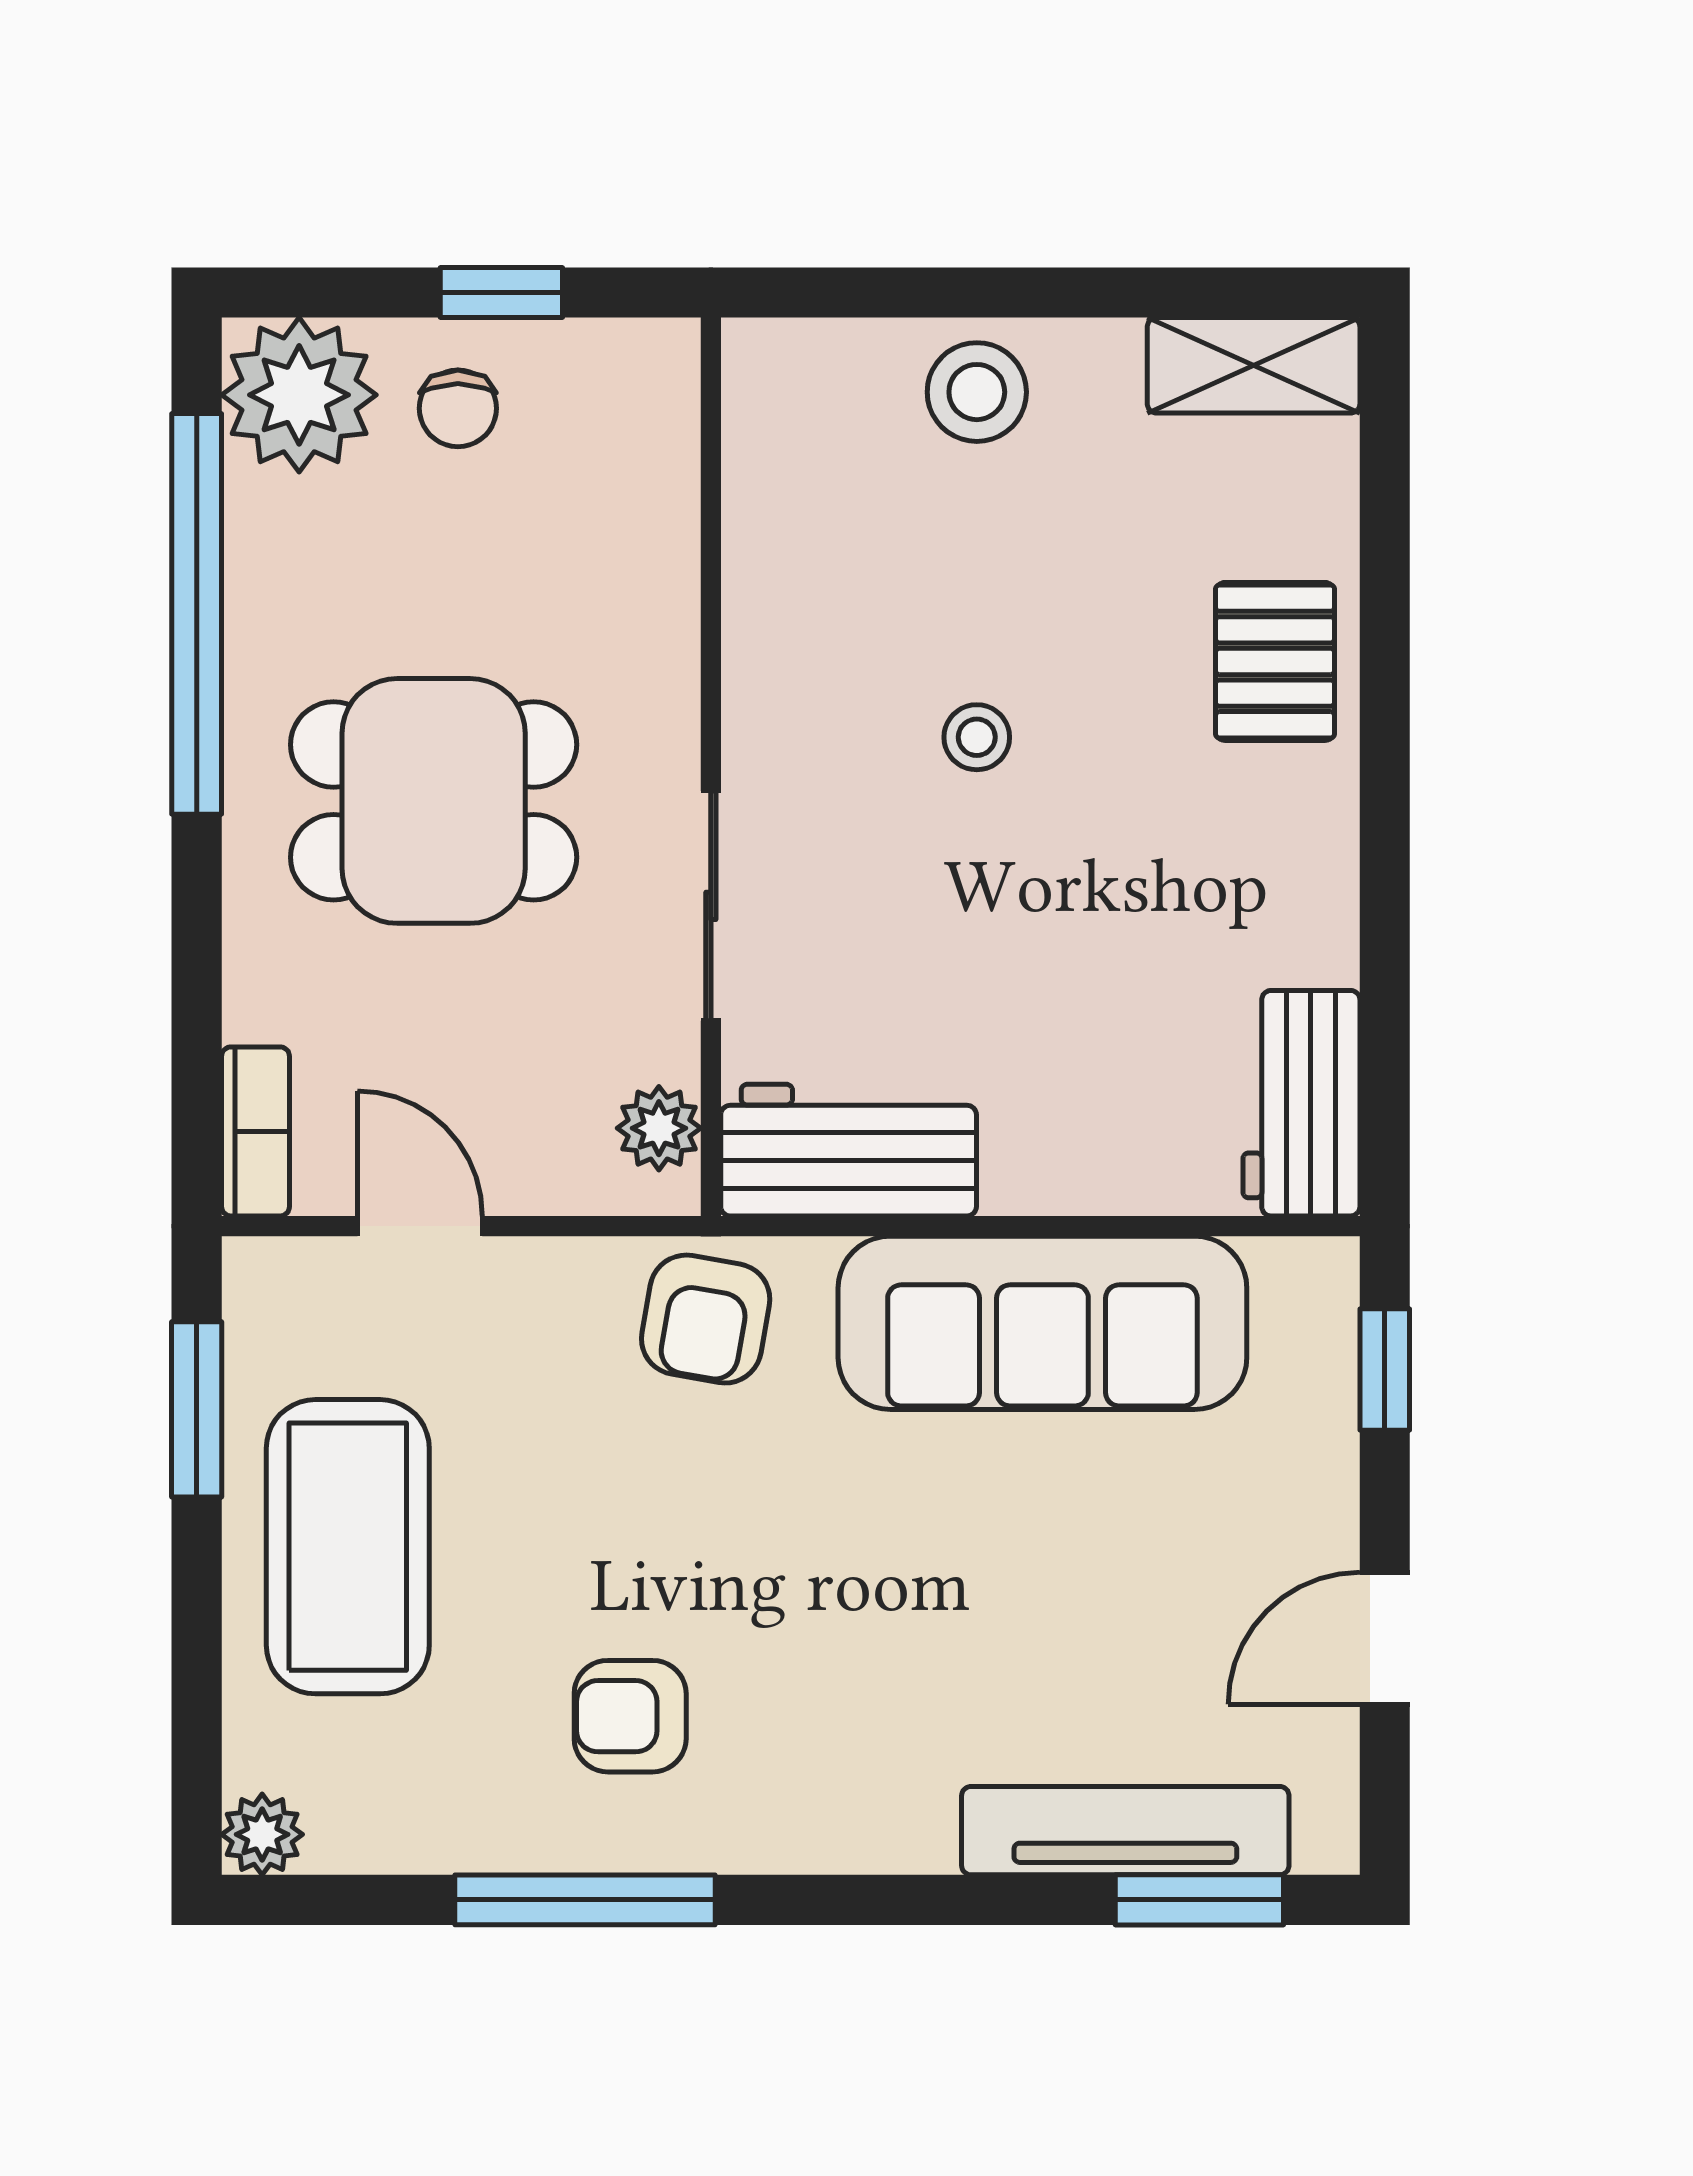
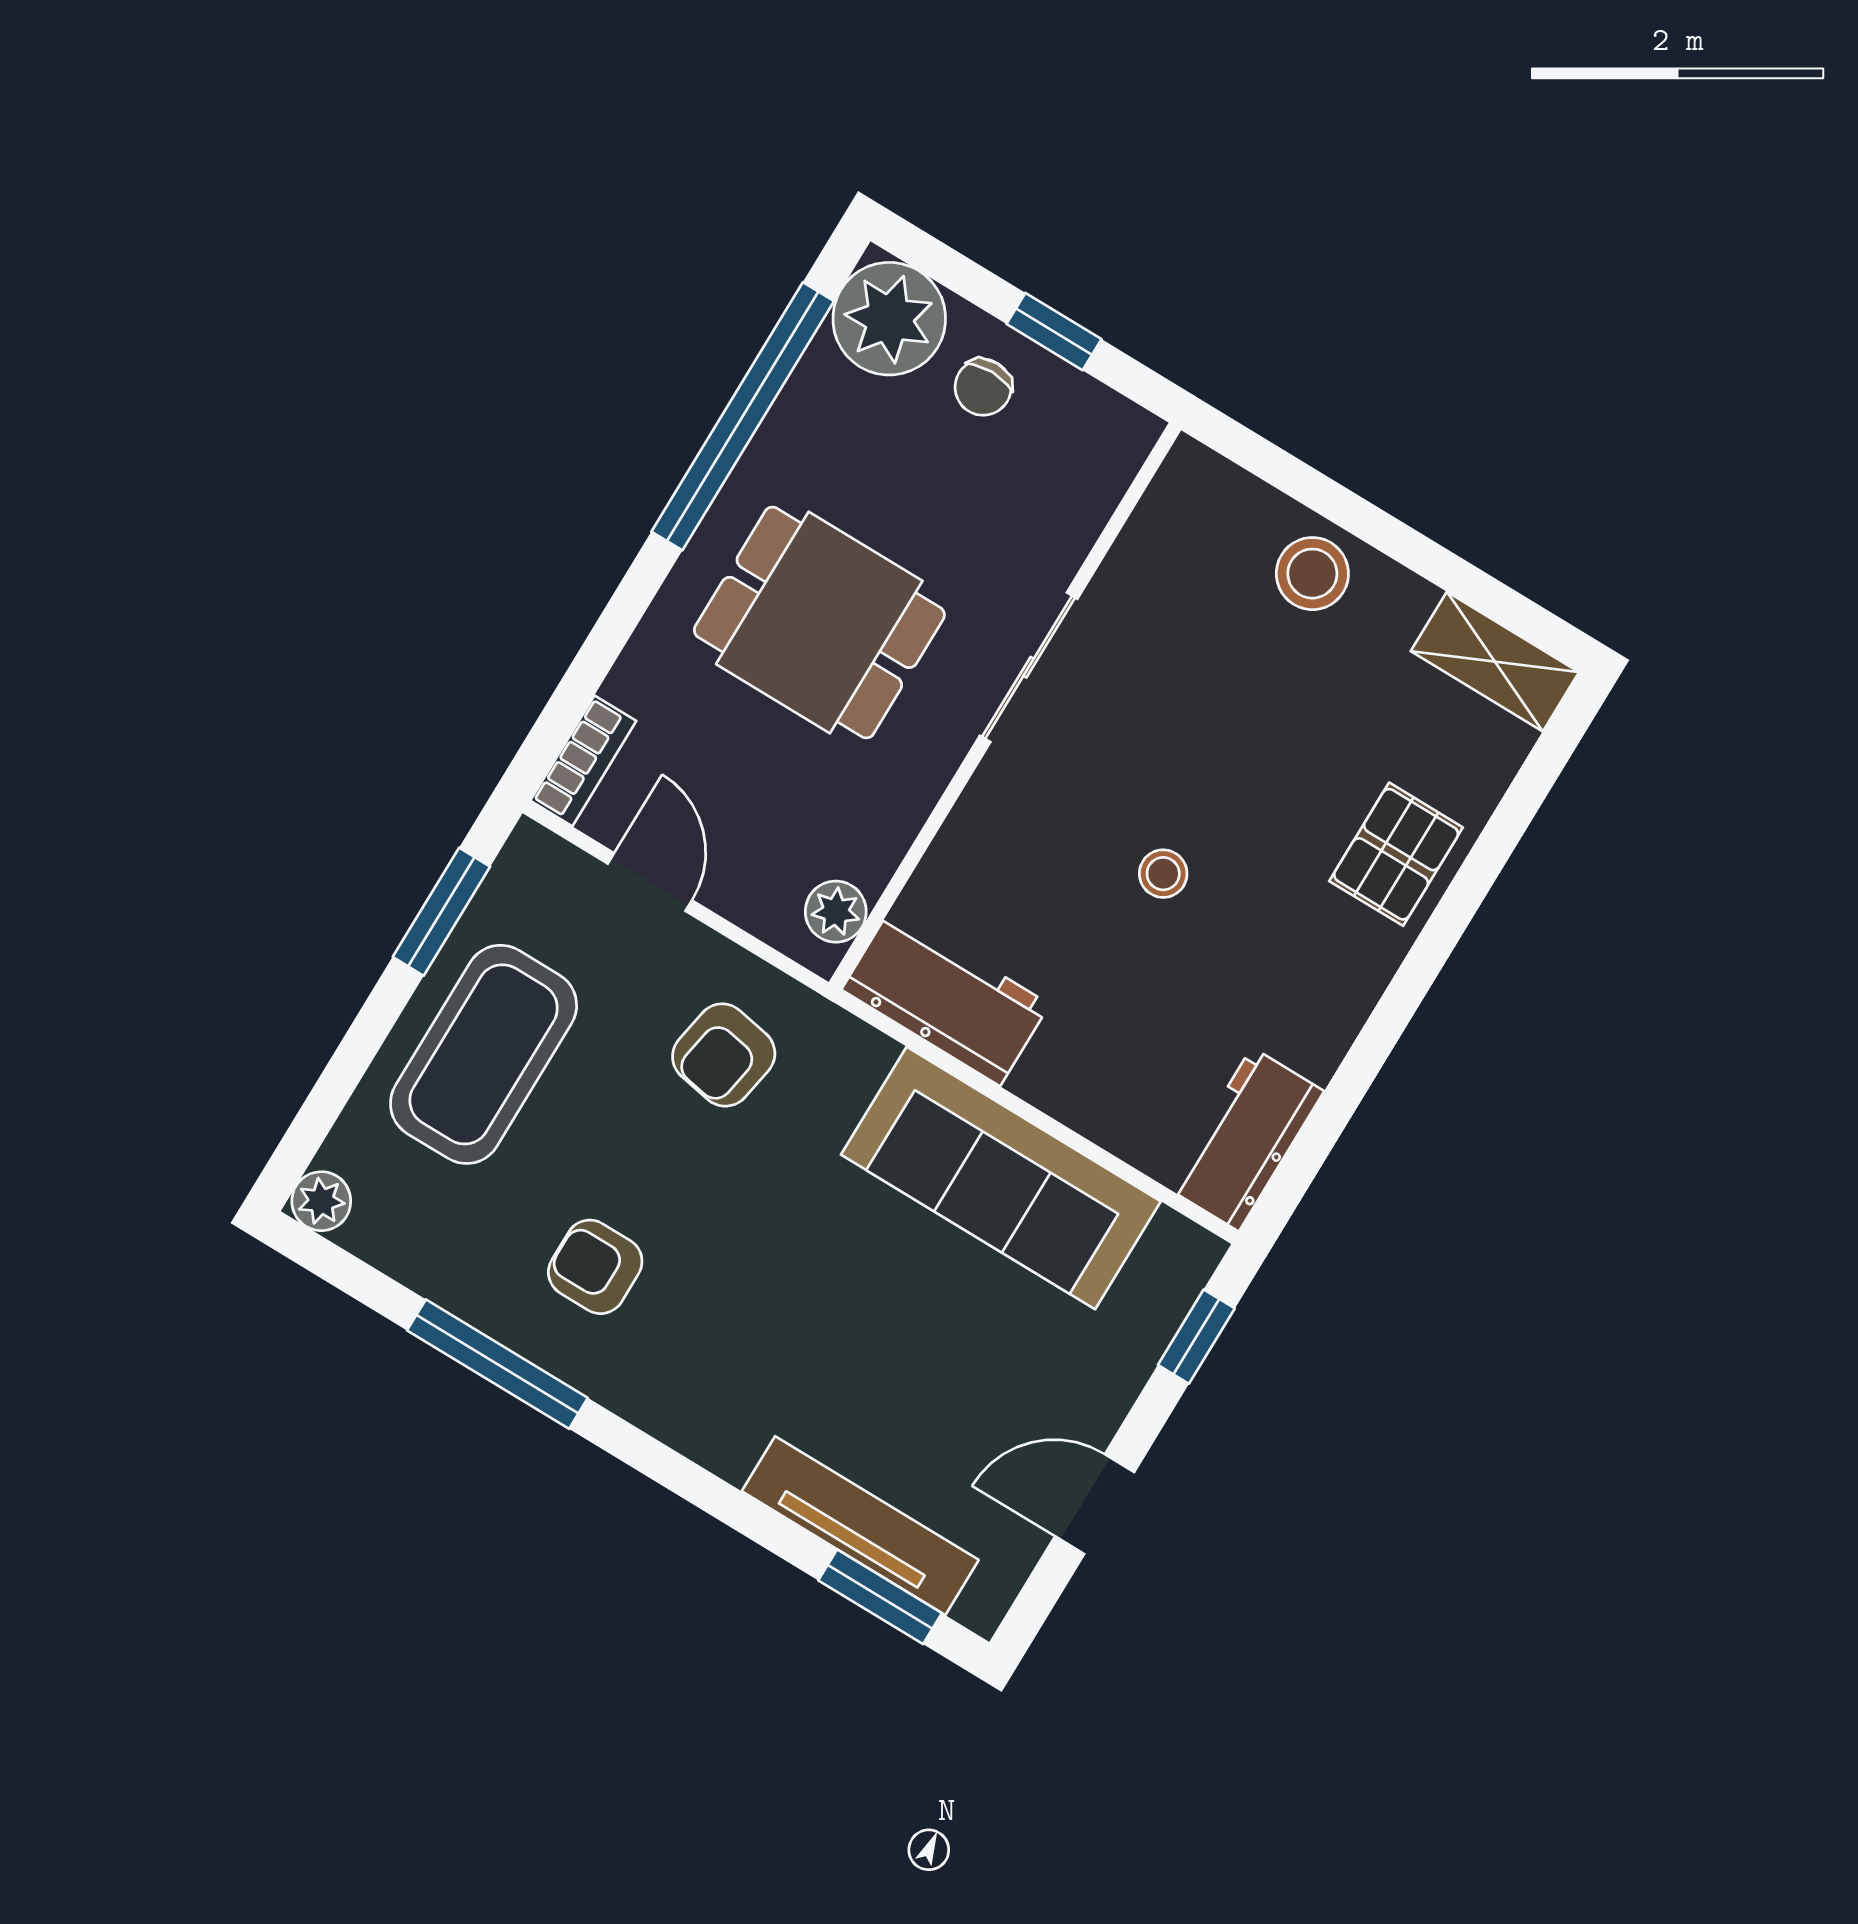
stool: (977, 737) -> (1163, 874), moved
sliding door: (711, 906) -> (1029, 667), moved
armchair: (706, 1319) -> (724, 1055), moved

